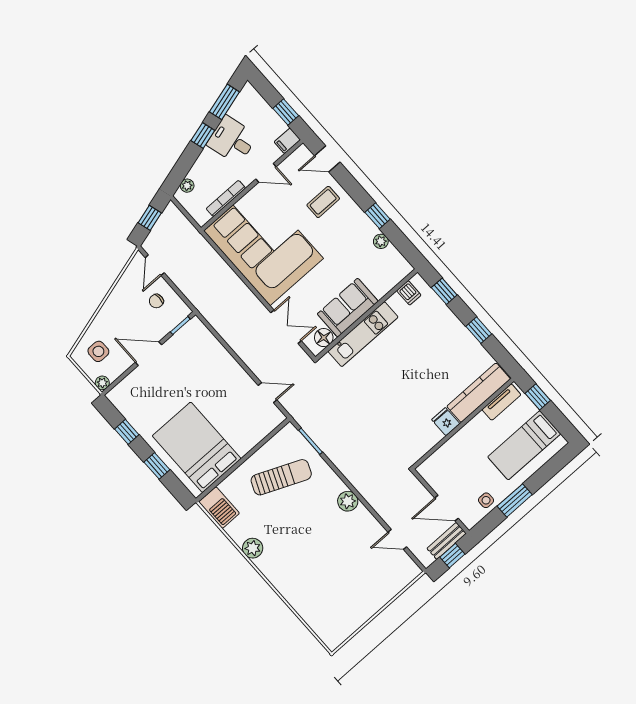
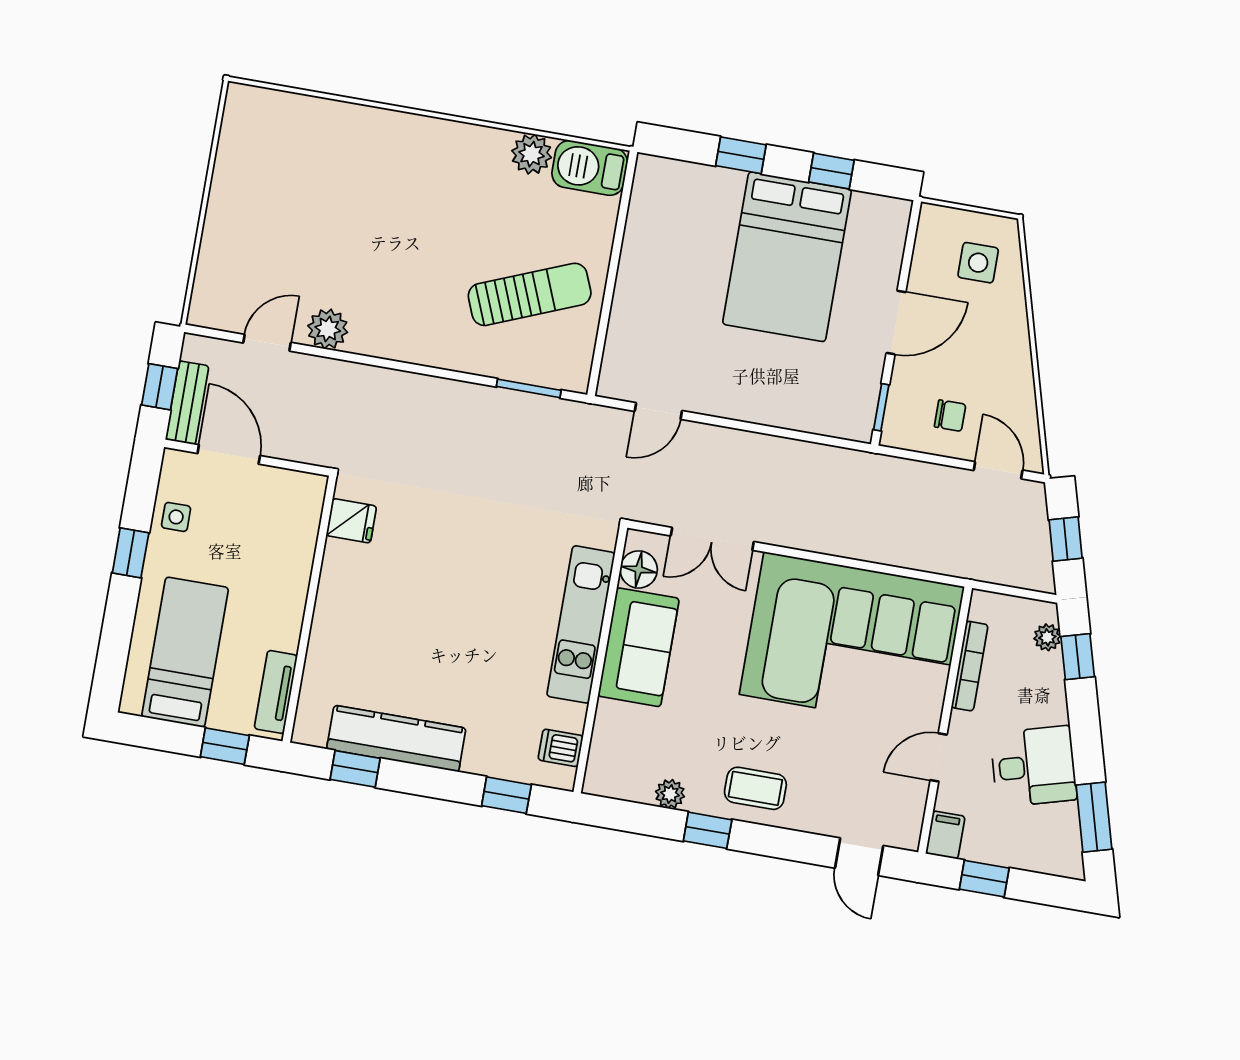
window: (203, 136) -> (1078, 657), moved
door: (327, 159) -> (859, 857), swing flipped
coffee table: (323, 202) -> (755, 788), moved, turned 90
chair: (156, 301) -> (950, 416), turned 90
window: (479, 330) -> (355, 769), moved
plant: (102, 383) -> (932, 218), removed
kitchen counter: (479, 393) -> (396, 739), moved, turned -90
fridge: (446, 422) -> (351, 521), moved
bed: (197, 447) -> (787, 257), moved, turned 90
sun lounger: (281, 477) -> (530, 294), turned -135
window: (515, 500) -> (131, 553), width x0.67
plant: (348, 501) -> (328, 329), moved
door: (446, 508) -> (229, 454), hinge flipped
plant: (253, 548) -> (532, 154), moved

